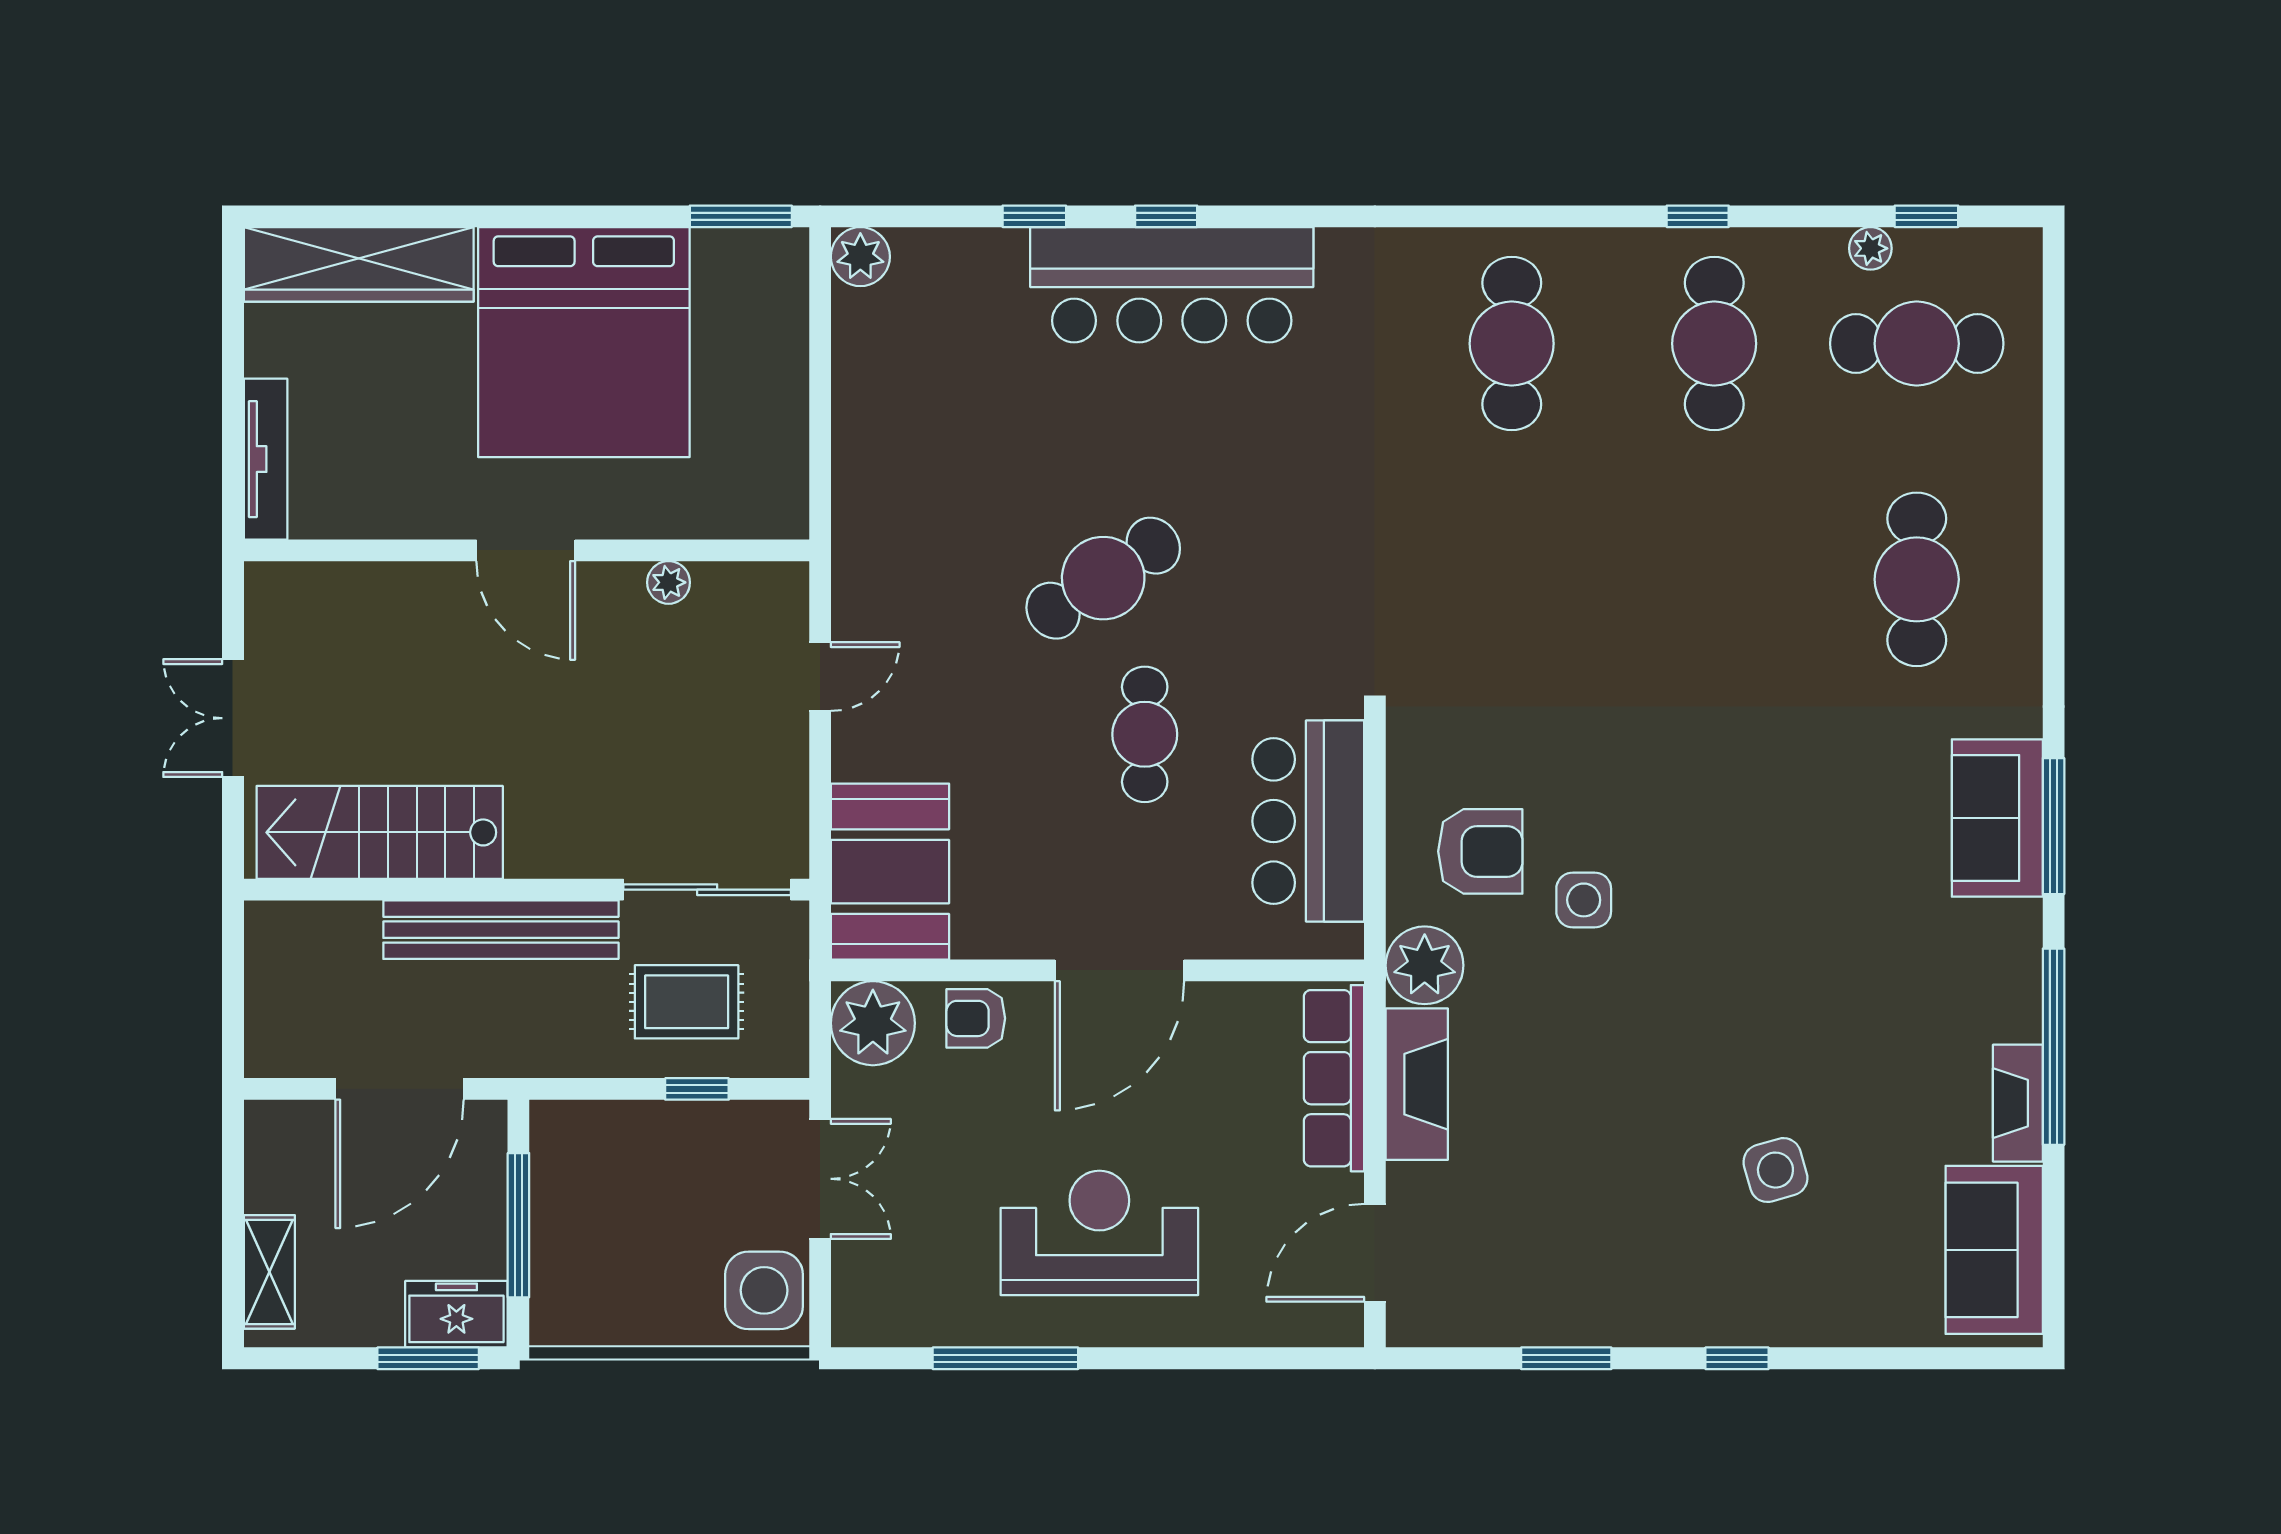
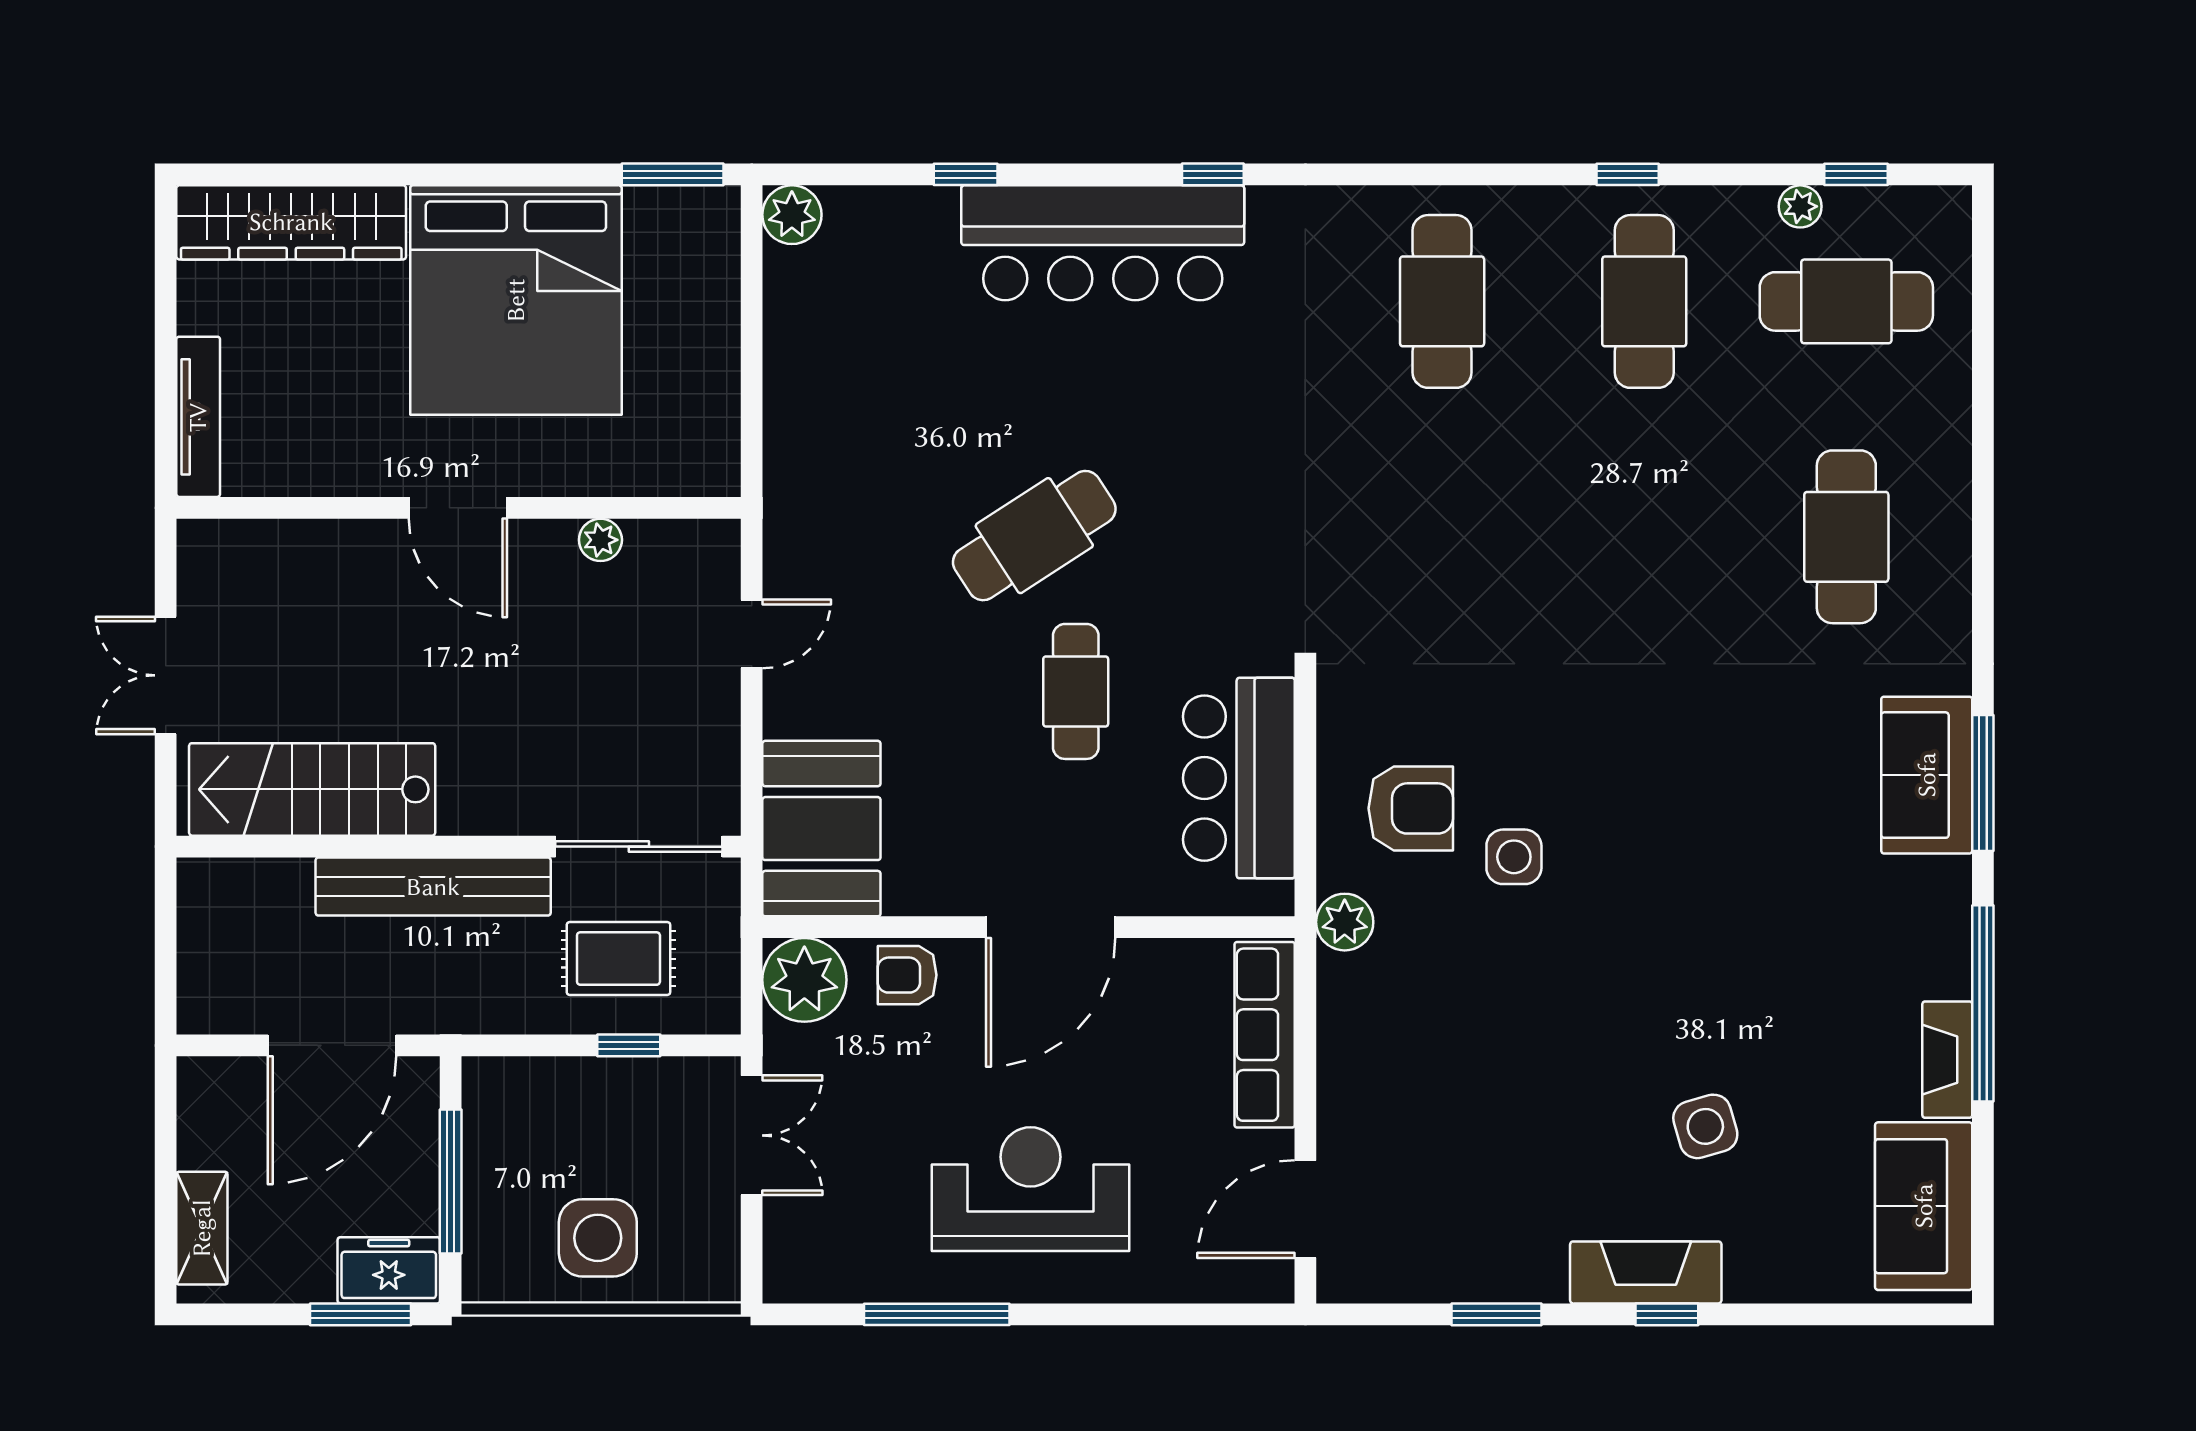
window: (1166, 216) -> (1213, 174), moved
plant: (1425, 965) -> (1345, 922), width x0.73, depth x0.73
fireplace: (1417, 1084) -> (1646, 1272), moved, turned -90
side table: (764, 1290) -> (598, 1238), moved

